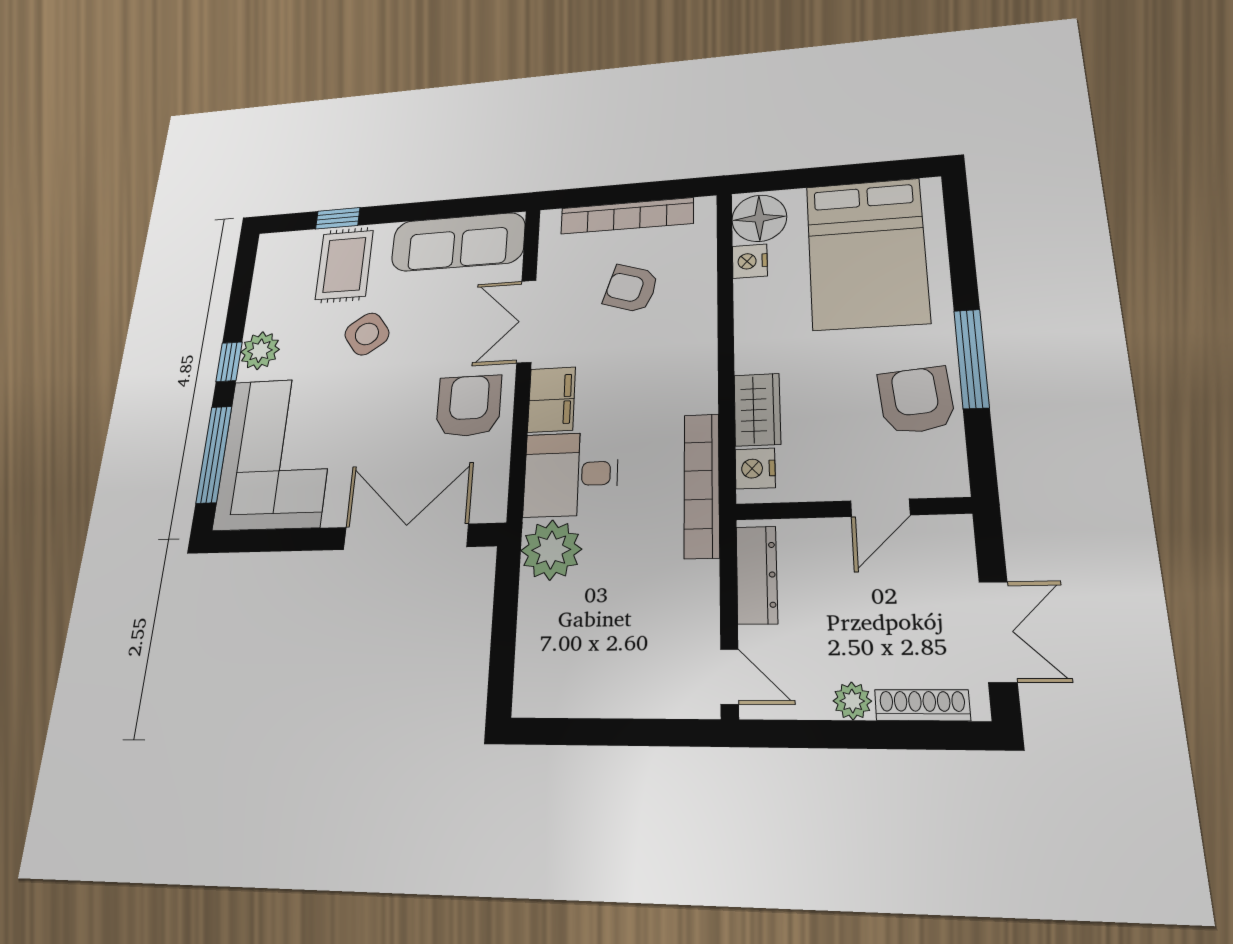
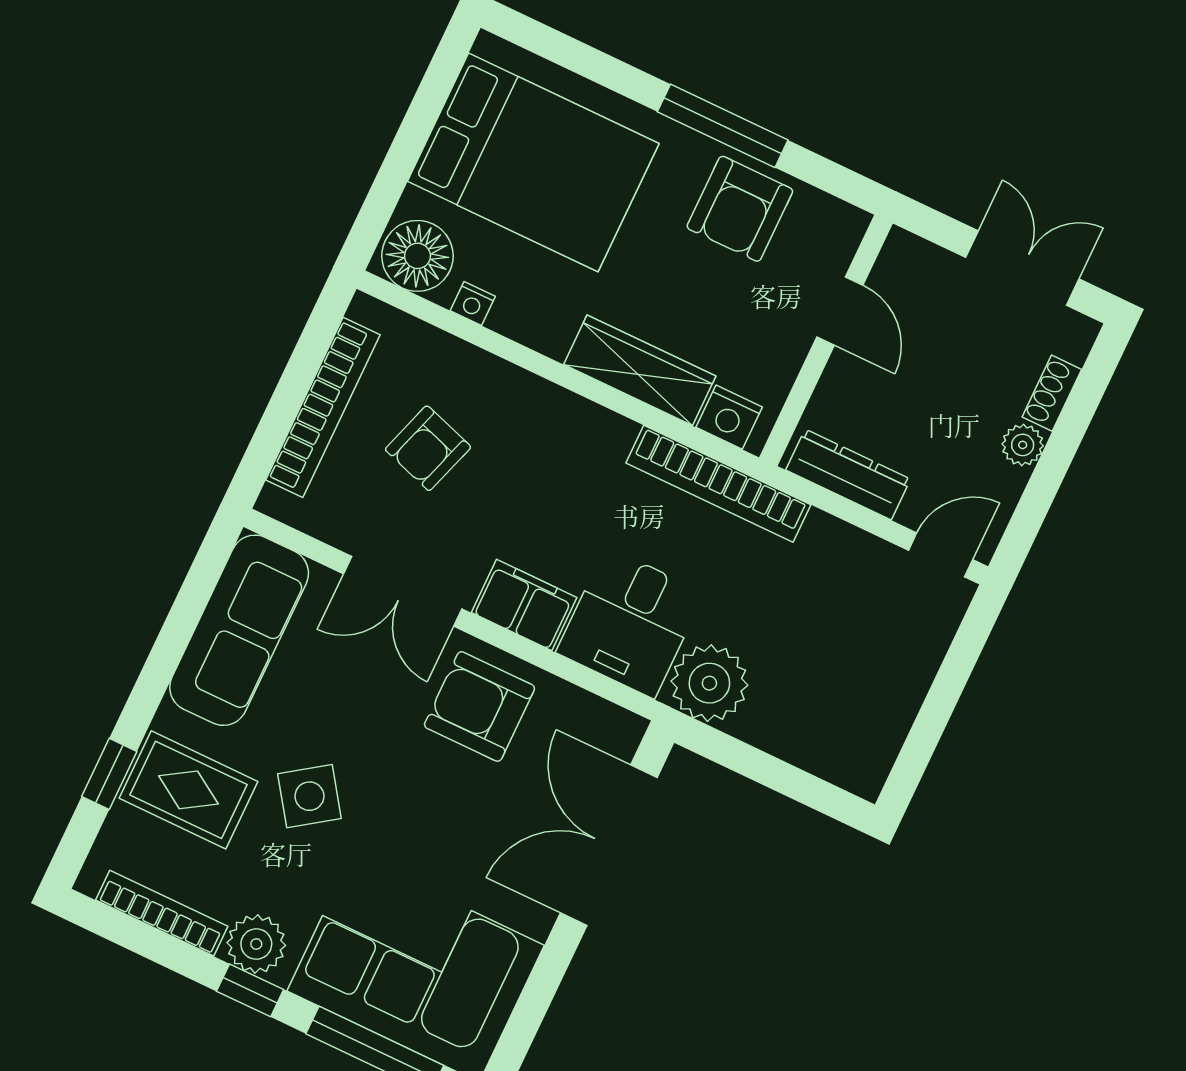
nightstand: (750, 261) -> (473, 303), width x0.72, depth x0.74
bookcase: (261, 289) -> (162, 913), added
armchair: (916, 400) -> (740, 209), turned -85
wardrobe: (757, 410) -> (640, 370), width x1.50
shoe rack: (922, 705) -> (1052, 393), width x0.70

